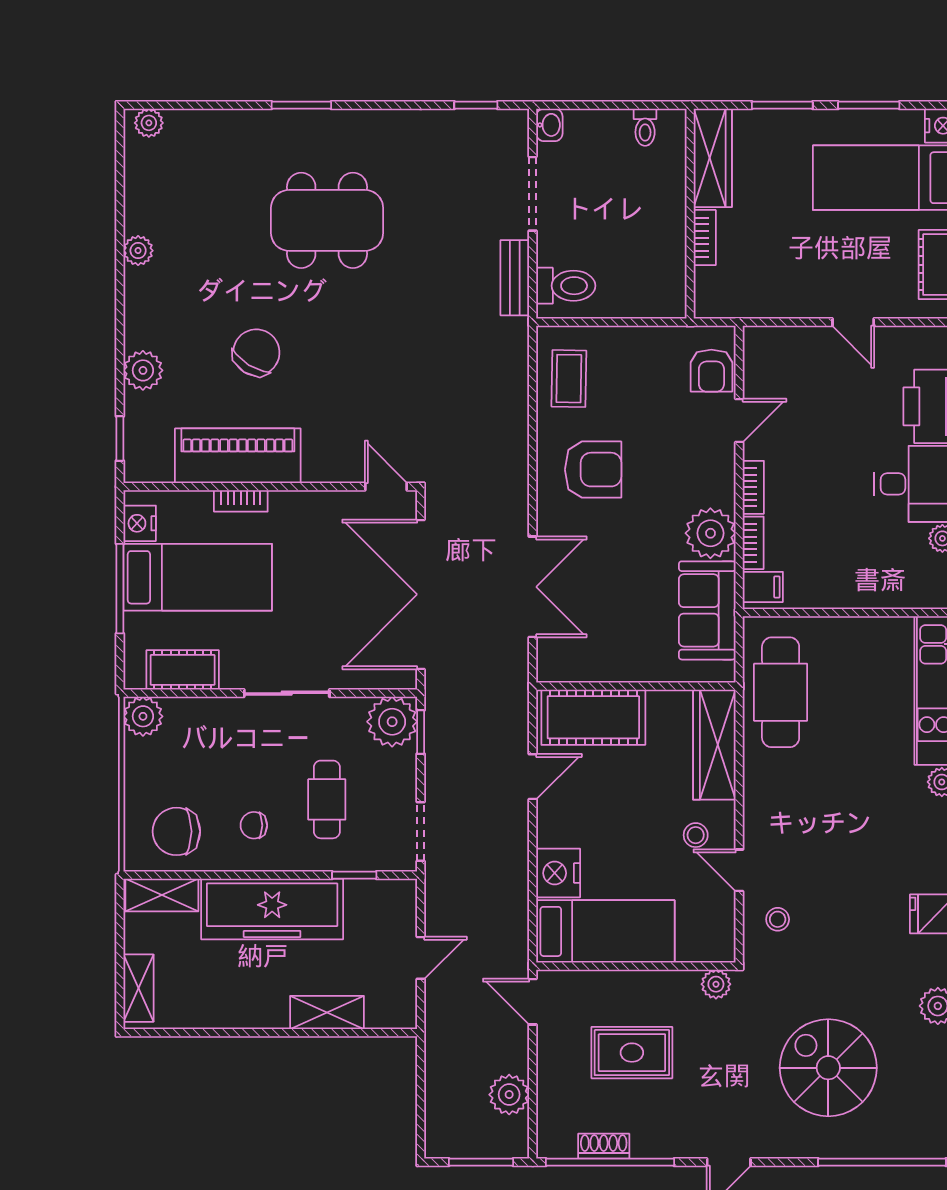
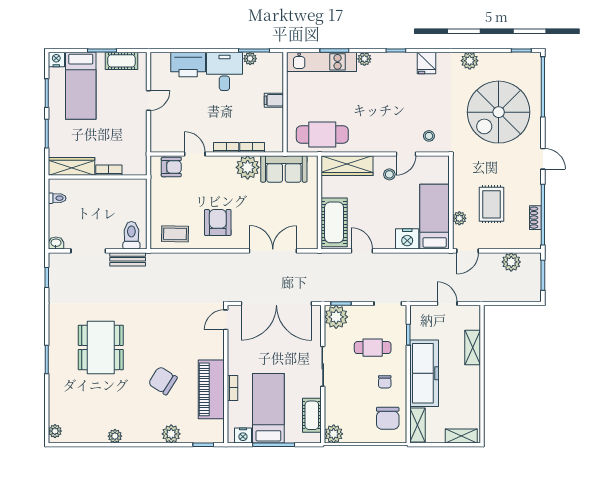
filing cabinet: (763, 587) -> (274, 100), moved, turned -90
plant: (716, 984) -> (459, 218), moved
spiral stairs: (828, 1068) -> (499, 112), width x1.37, depth x1.37

